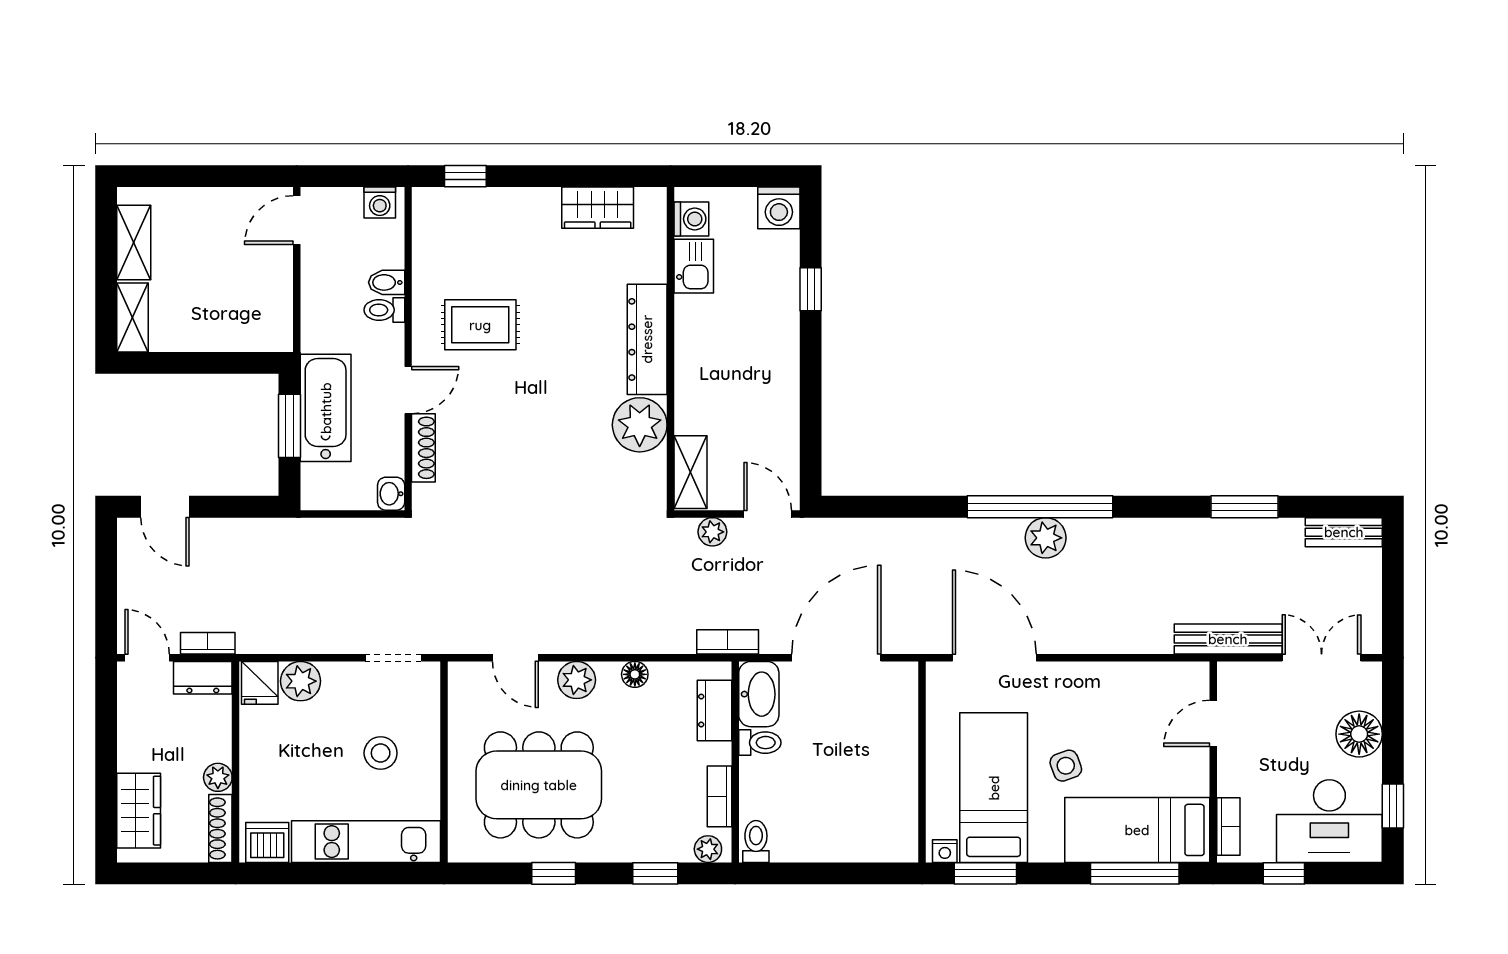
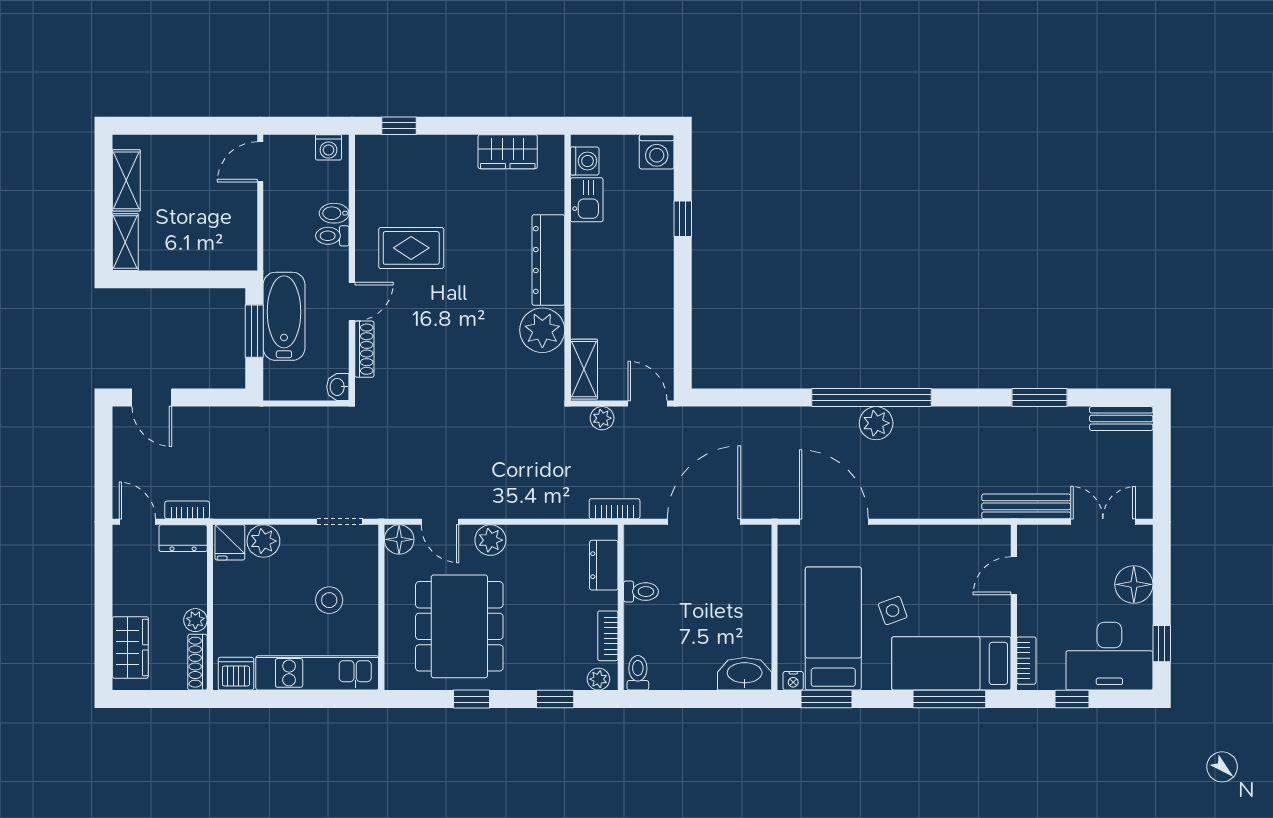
floor lamp: (635, 674) -> (399, 539), moved, width x1.37, depth x1.37
washbasin: (759, 694) -> (745, 674), moved, turned -90
dining table: (539, 785) -> (459, 626), turned 90

